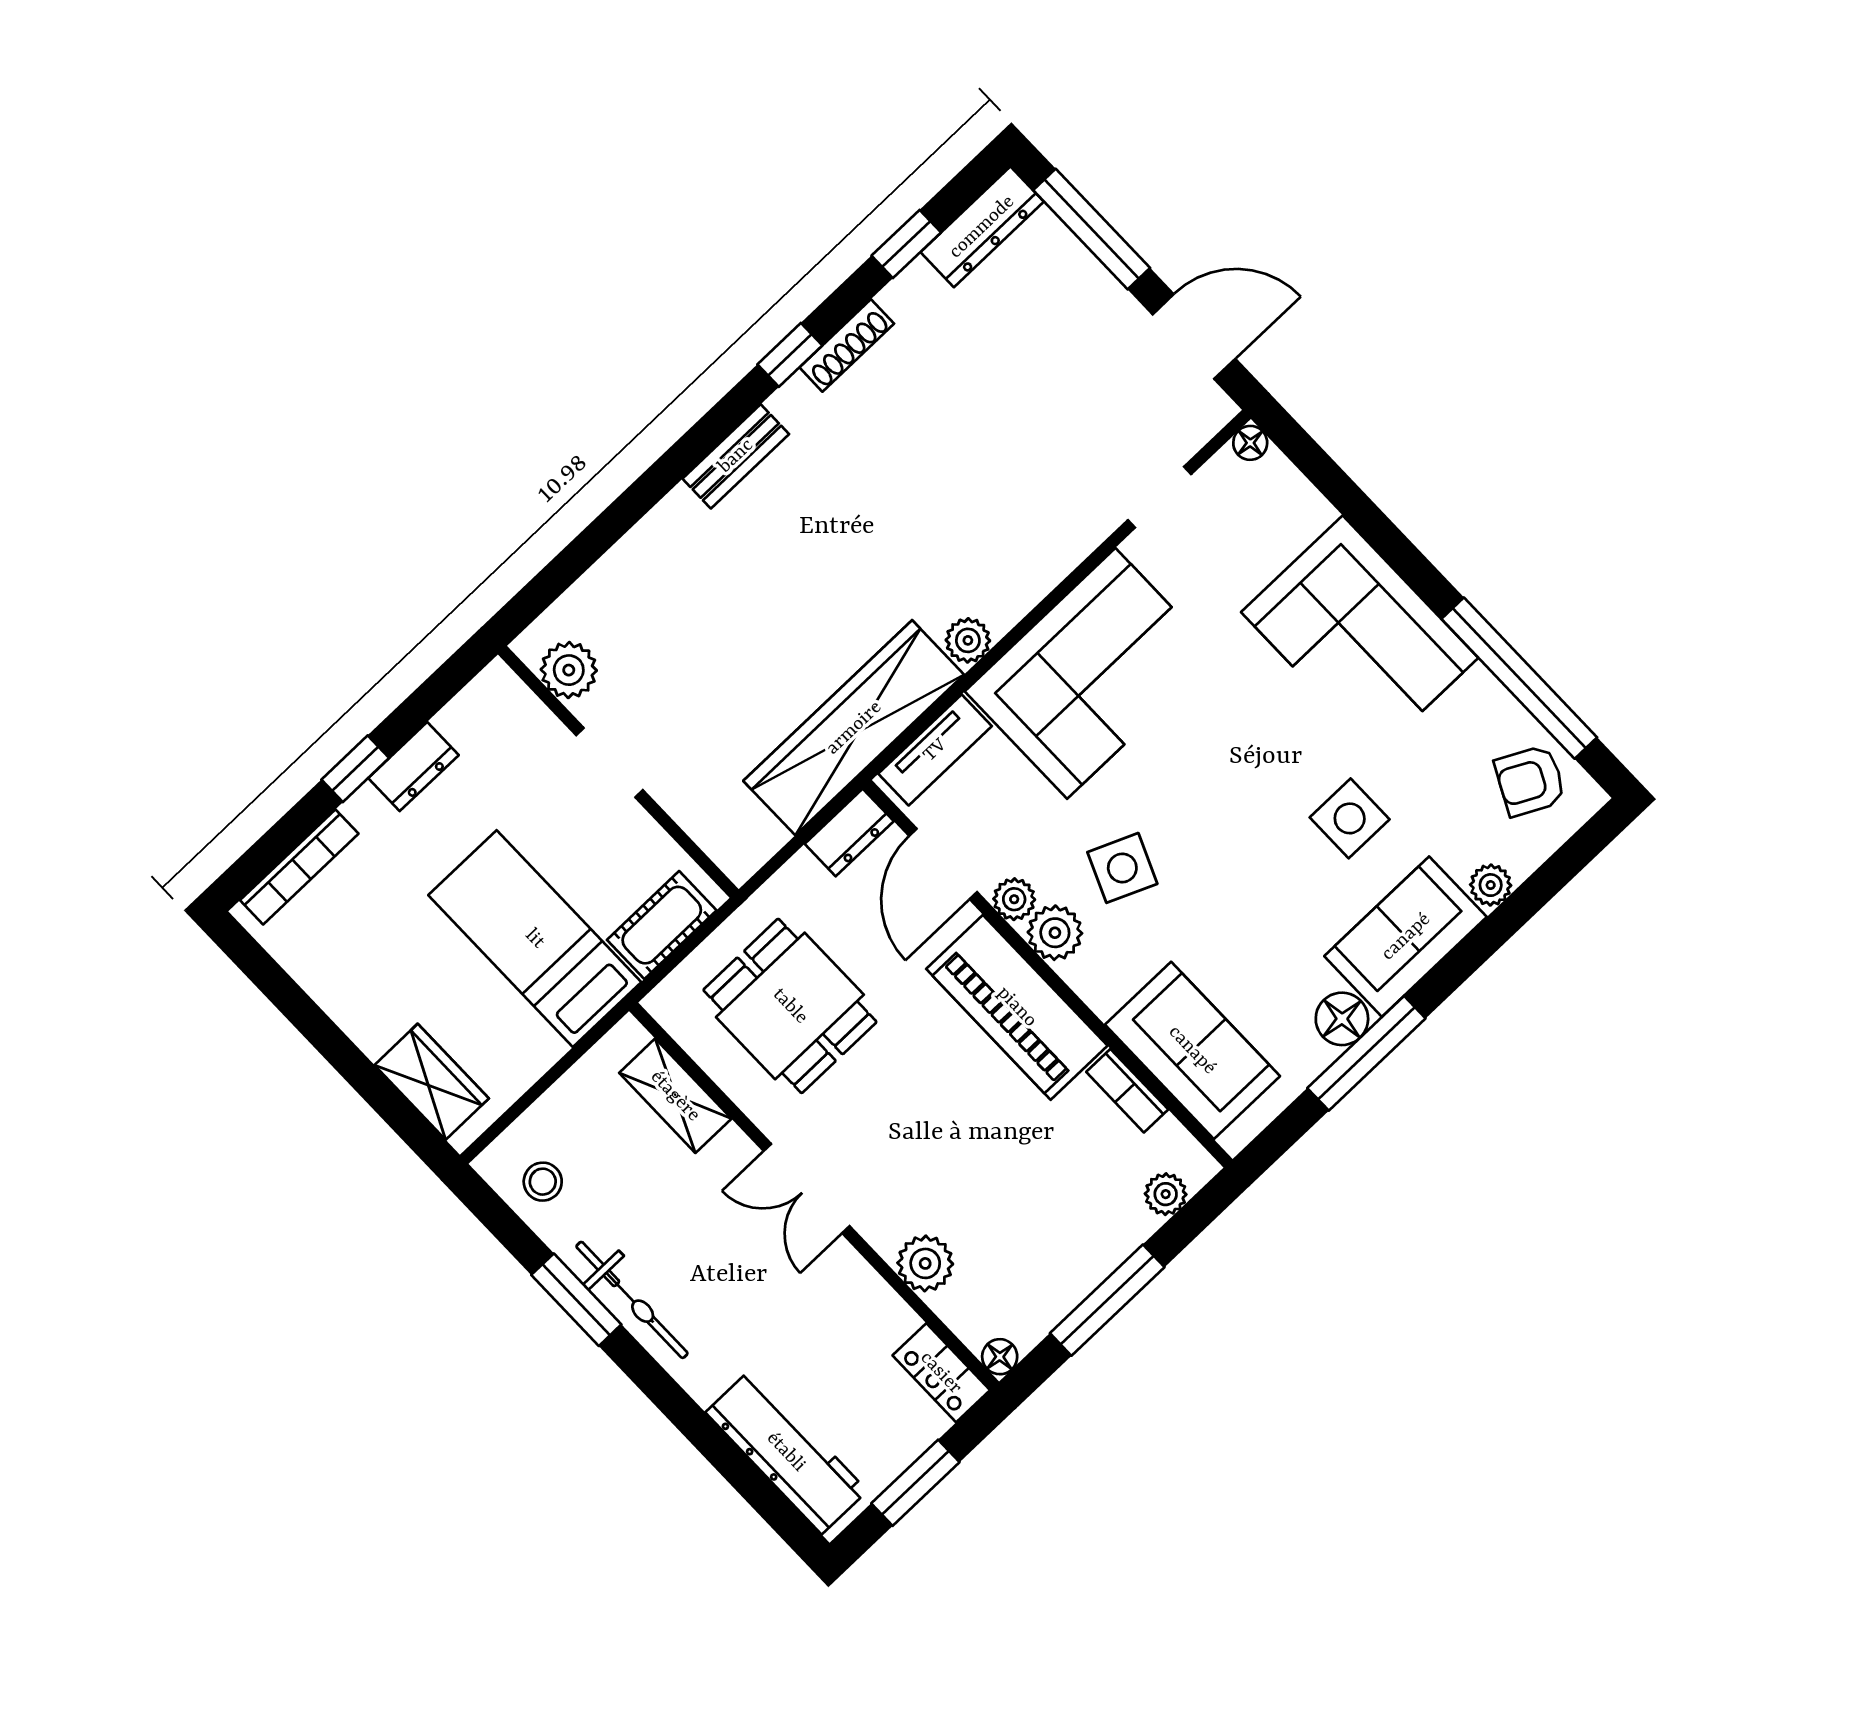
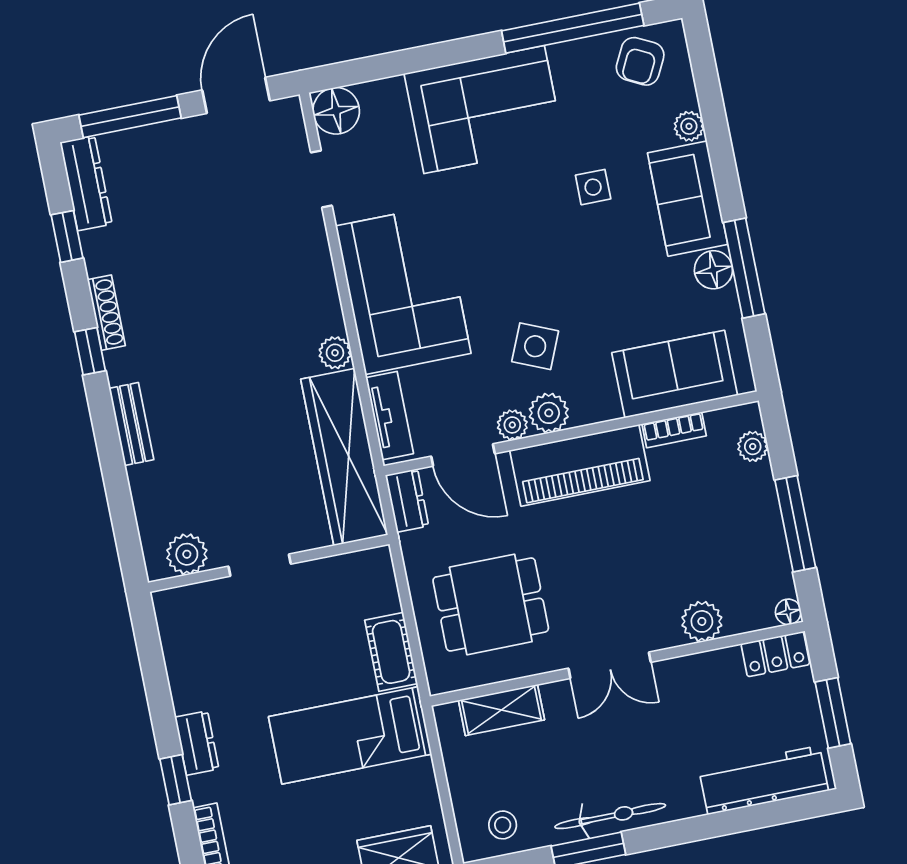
floor lamp: (1250, 443) -> (336, 111), width x1.89, depth x1.89
plant: (569, 670) -> (187, 554), moved
doorway: (609, 763) -> (260, 565), moved
wall: (618, 772) -> (269, 563), moved
side table: (1350, 818) -> (593, 187), width x0.73, depth x0.73

